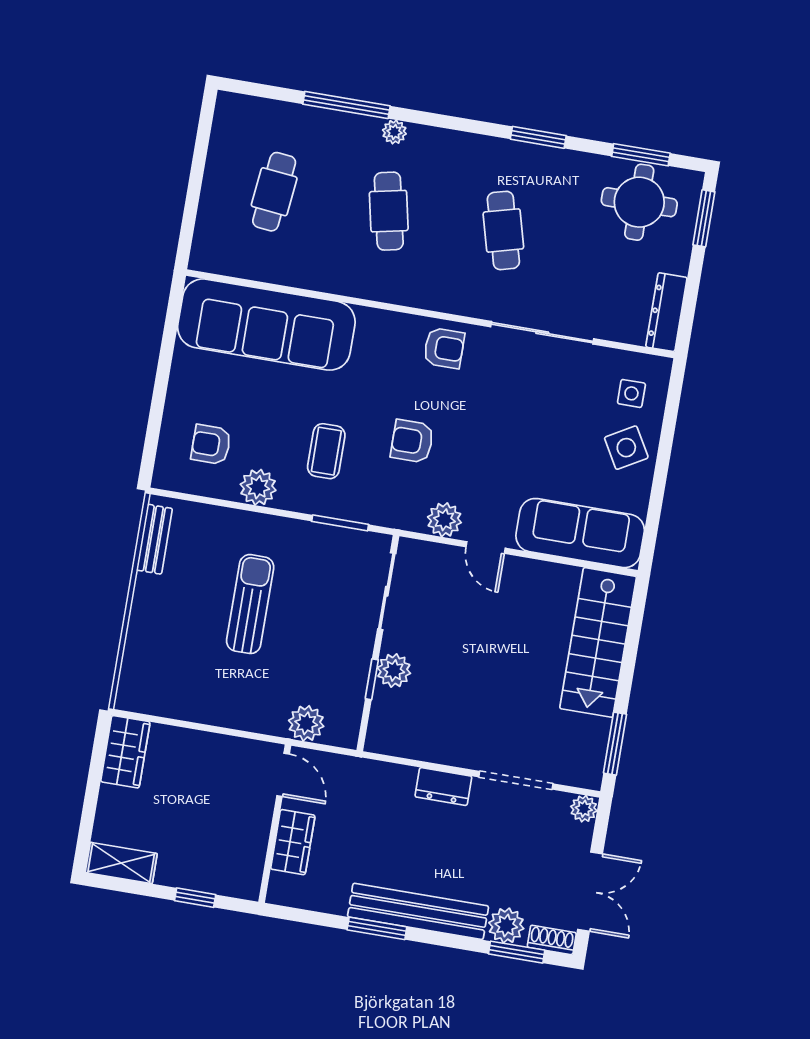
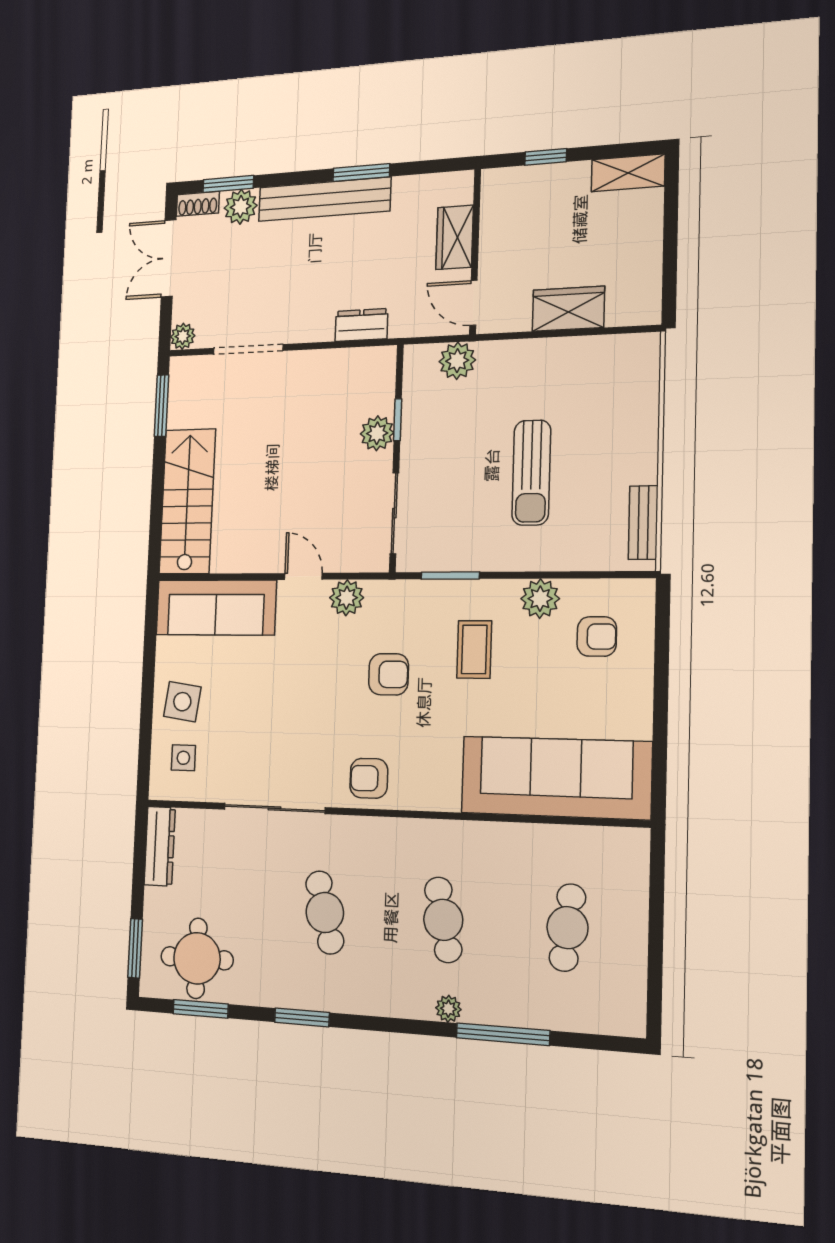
side table: (626, 448) -> (182, 702), turned 38
wardrobe: (125, 752) -> (568, 309), moved, turned 90
dresser: (443, 787) -> (361, 325), moved

